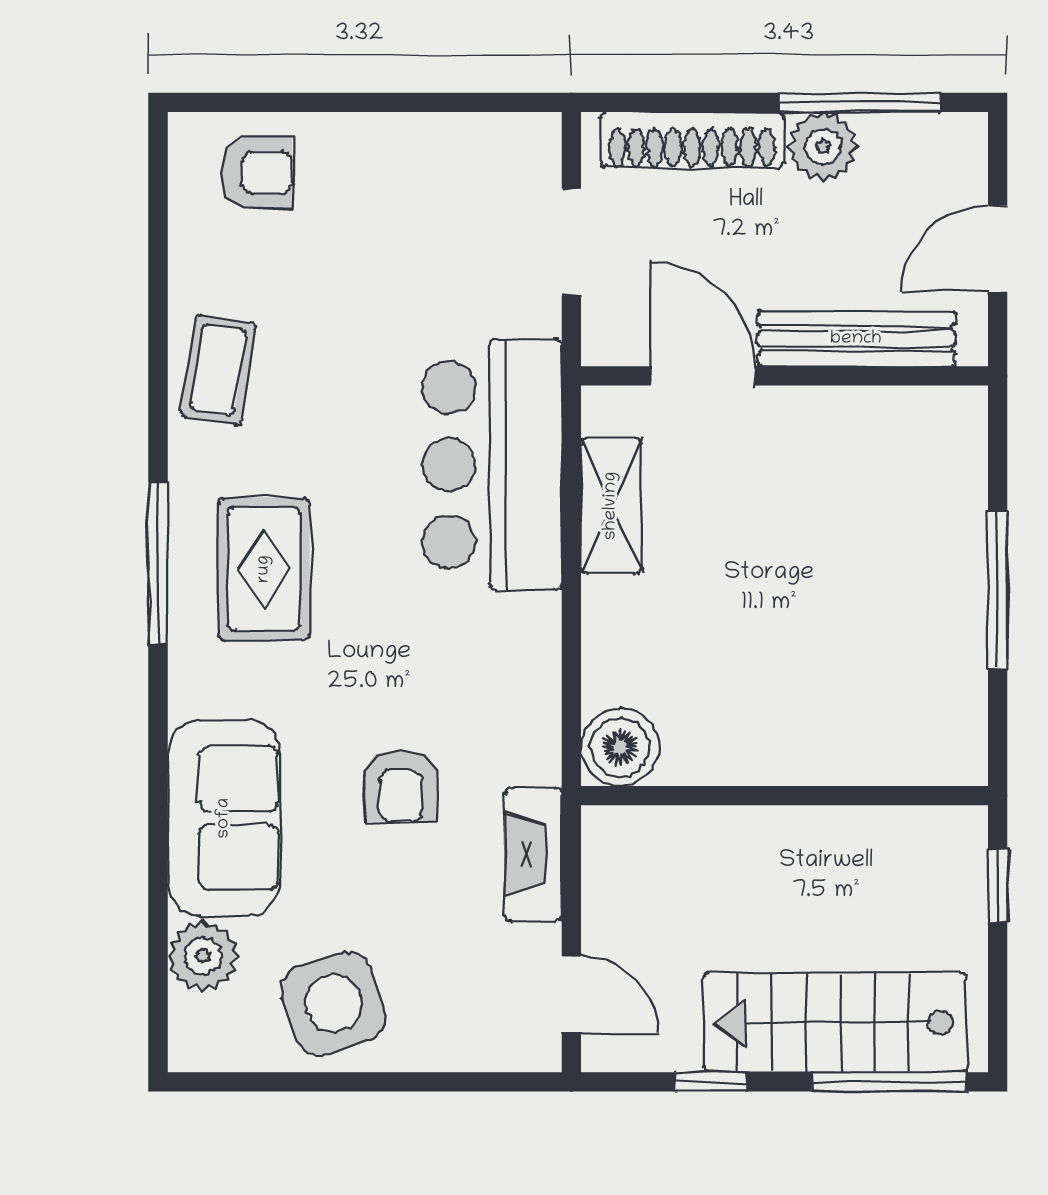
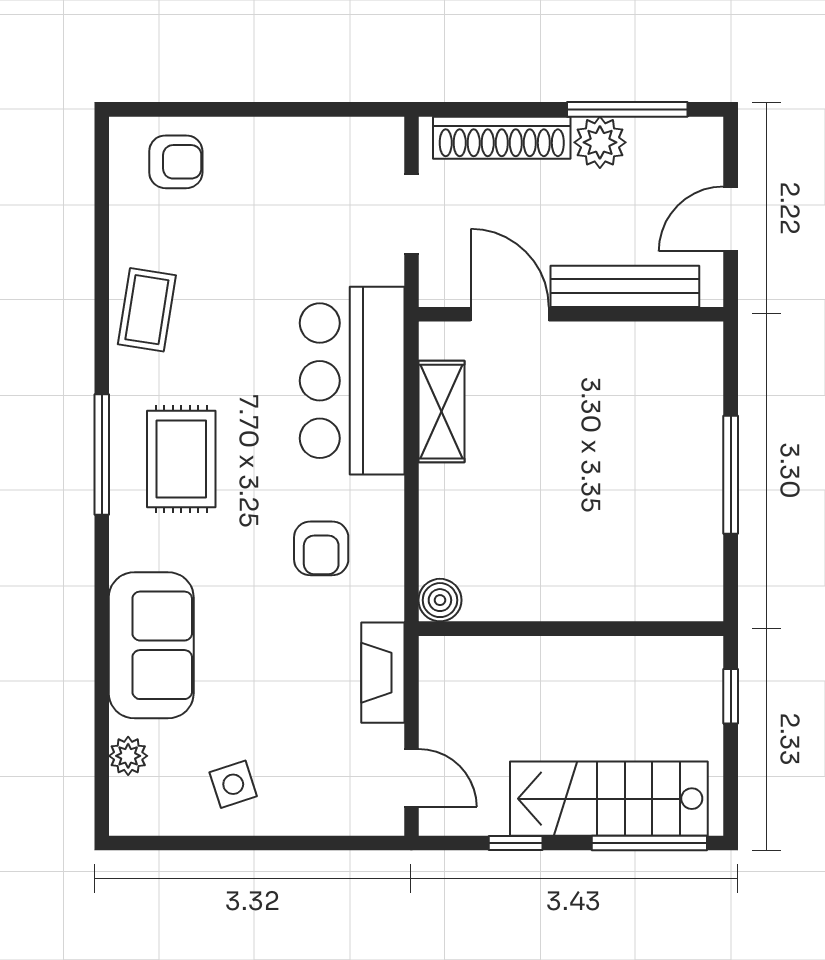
boiler: (620, 747) -> (440, 600), width x0.73, depth x0.73
armchair: (400, 786) -> (321, 548), moved
plant: (203, 956) -> (128, 756), width x0.73, depth x0.73
side table: (333, 1003) -> (233, 784), width x0.54, depth x0.54

